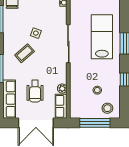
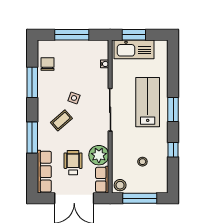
plant: (62, 89) -> (99, 155), width x1.87, depth x1.87
wheelchair: (35, 91) -> (73, 163), turned 180
stool: (107, 108) -> (120, 185), moved

